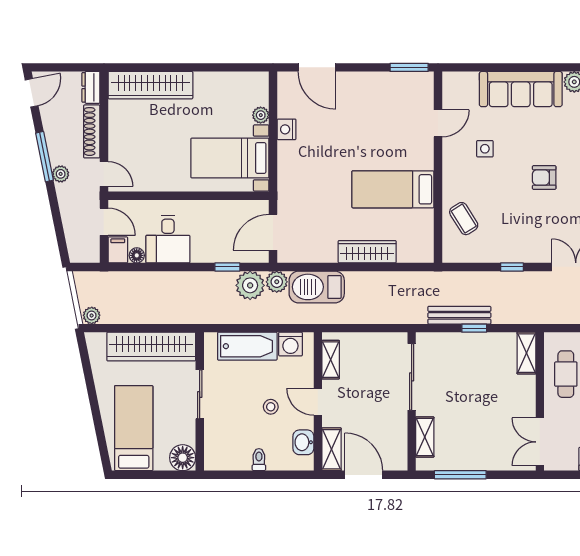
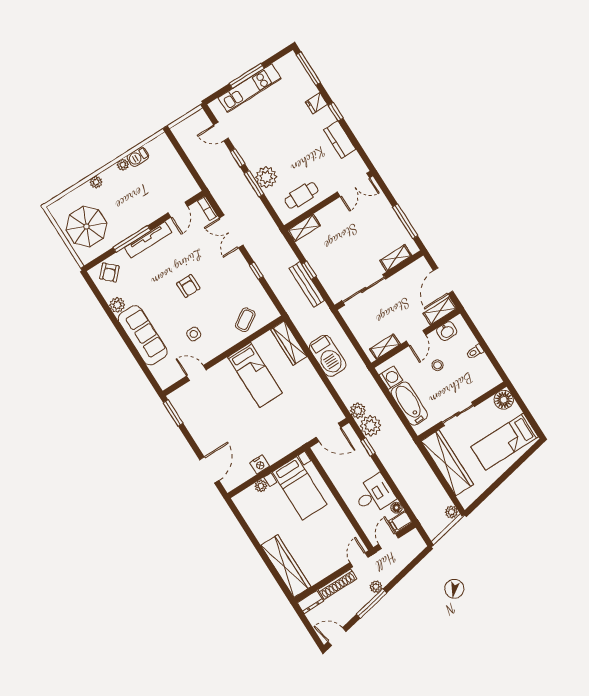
wardrobe: (367, 252) -> (289, 343), moved
barbecue: (317, 287) -> (328, 356), moved

